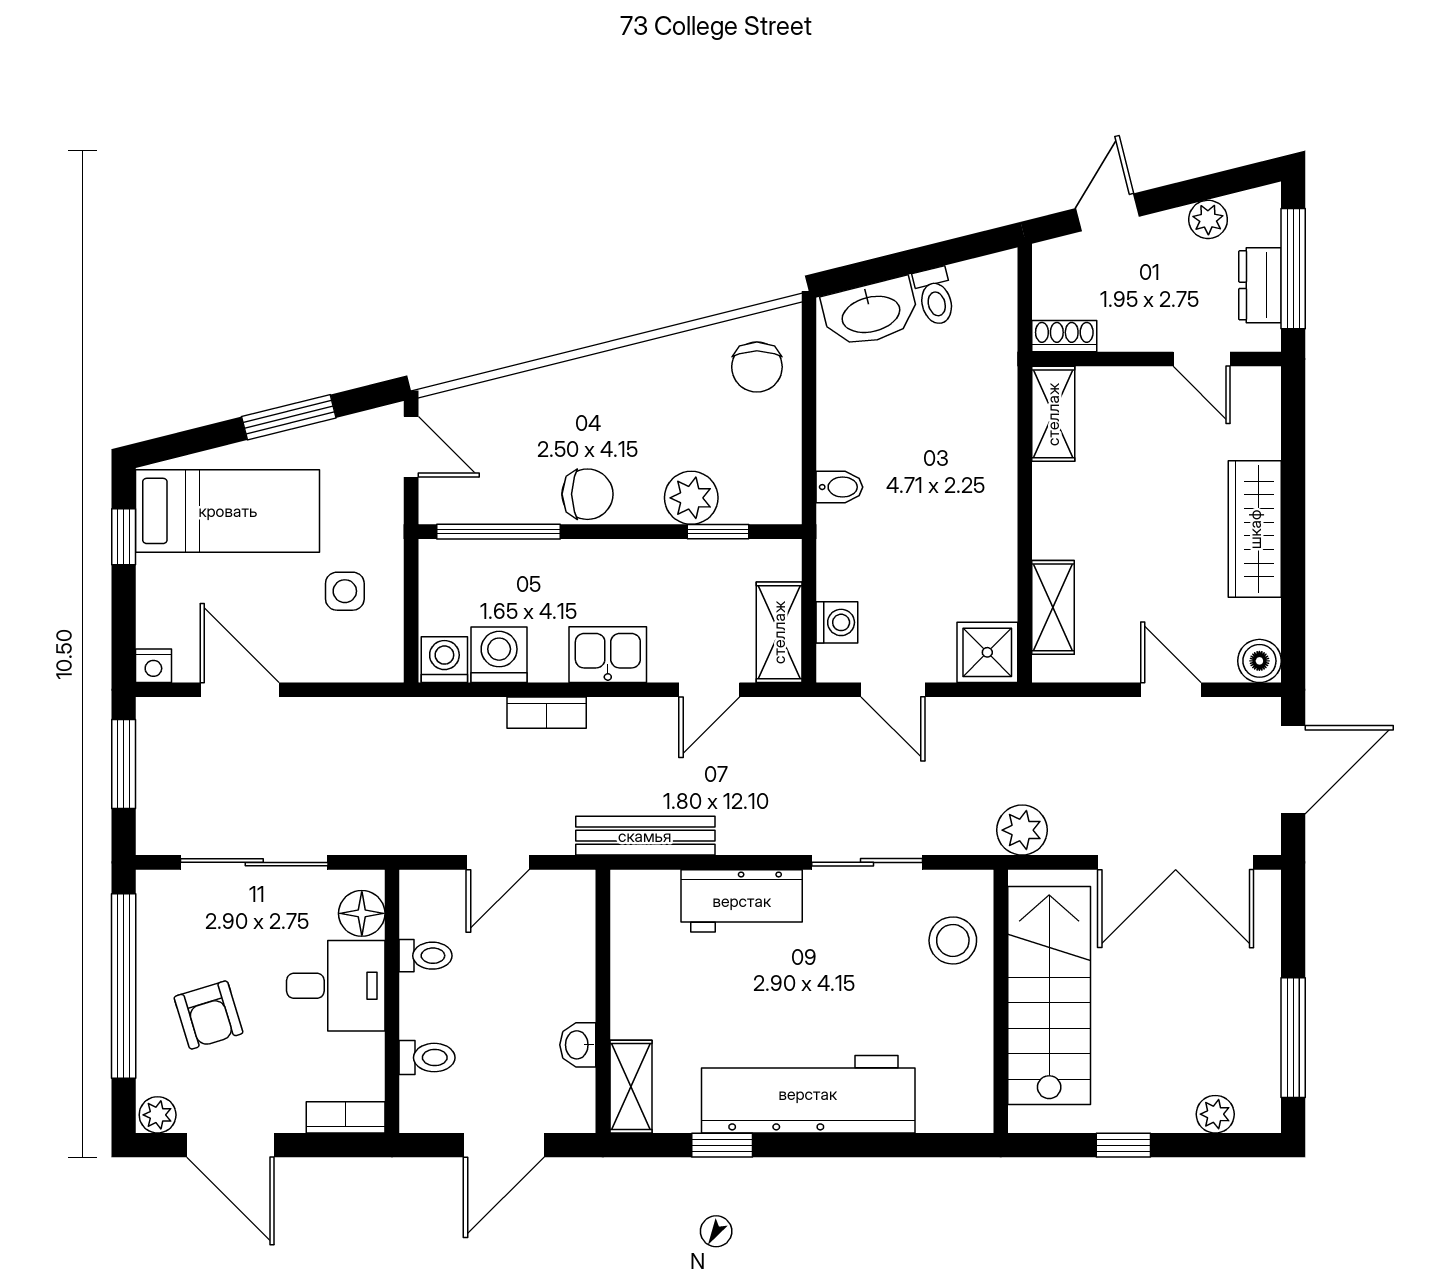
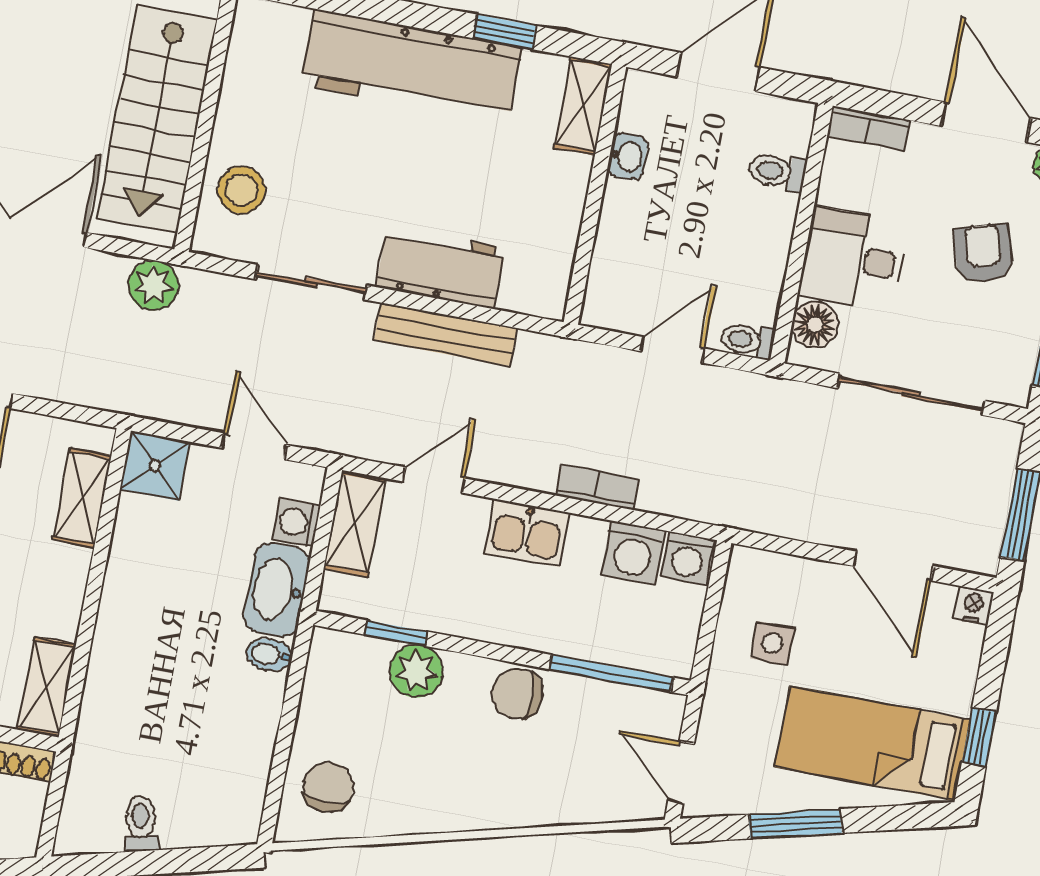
washbasin: (871, 313) -> (277, 590), moved, turned -76
bench: (645, 836) -> (445, 334), moved
toilet: (426, 956) -> (747, 340), moved

